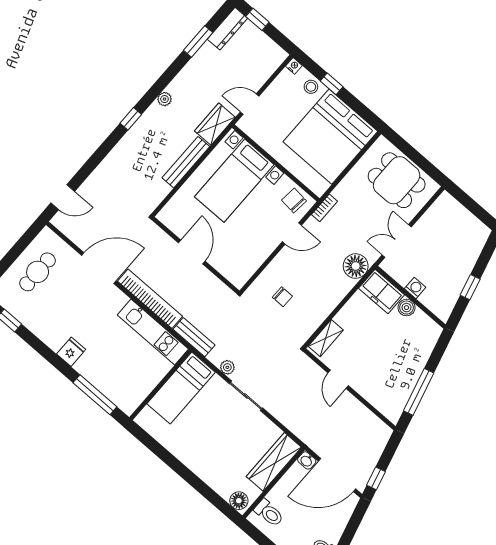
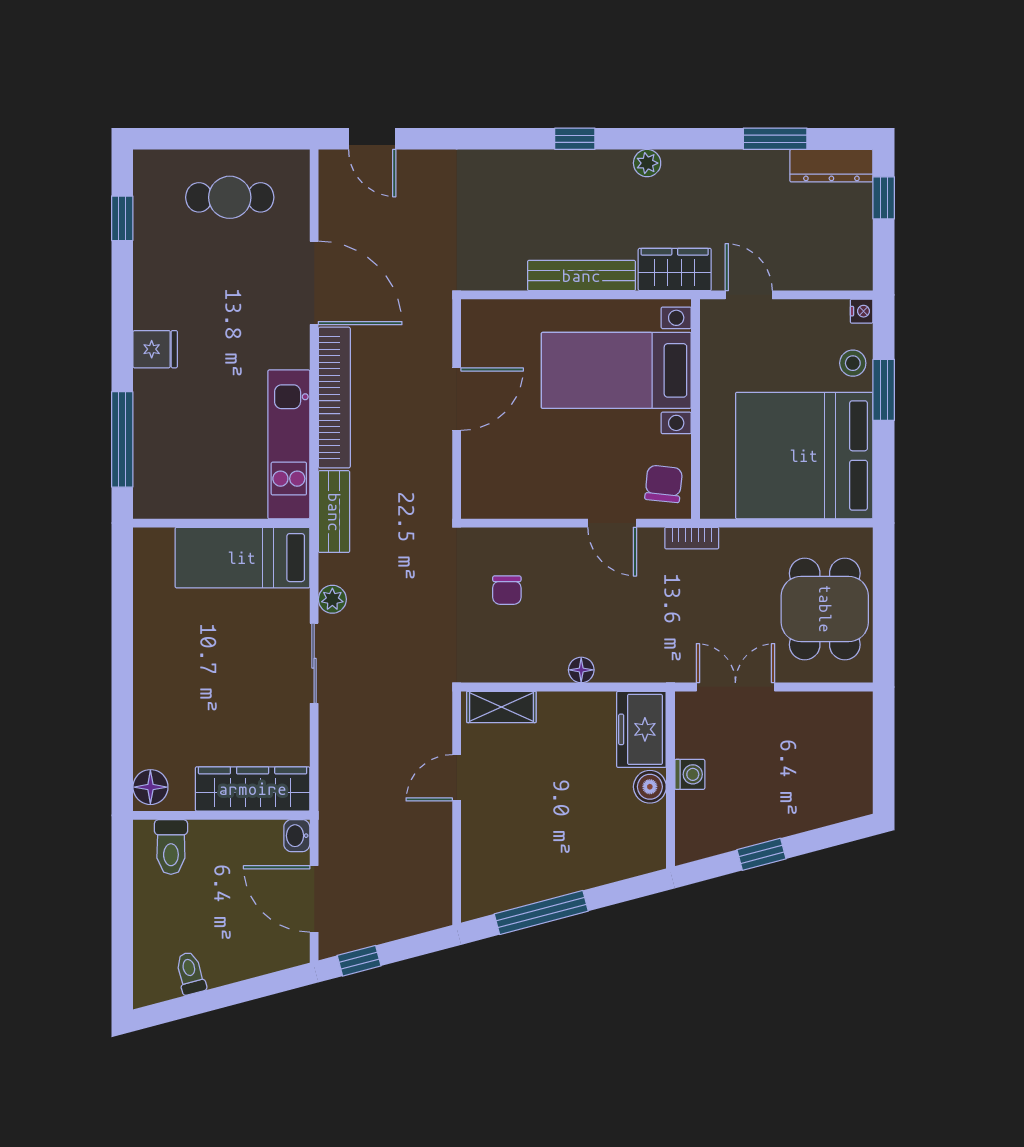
window: (332, 84) -> (884, 390), width x1.50
floor lamp: (356, 266) -> (581, 670), moved, width x0.53, depth x0.53
door: (337, 475) -> (314, 899), width x0.73

